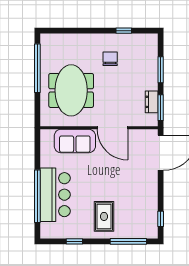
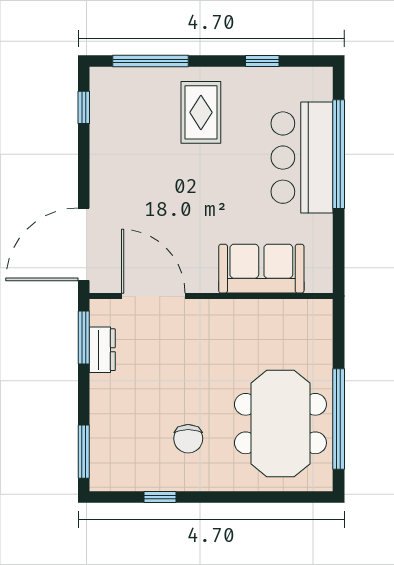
window: (161, 70) -> (84, 452), moved
meeting table: (71, 90) -> (280, 424), moved
door: (112, 128) -> (153, 296), moved

